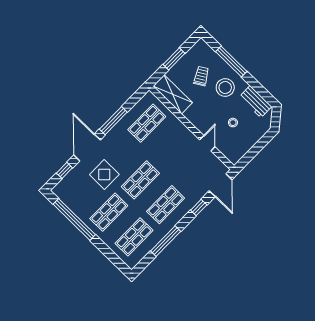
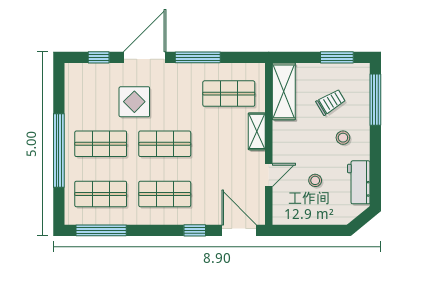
window: (174, 59) -> (337, 57), moved
window: (231, 61) -> (375, 100), moved
stool: (225, 87) -> (343, 138), width x0.53, depth x0.53
shelving: (180, 128) -> (257, 131), added
door: (221, 185) -> (239, 230), swing flipped
window: (74, 219) -> (59, 150), moved
window: (166, 241) -> (101, 230), moved

